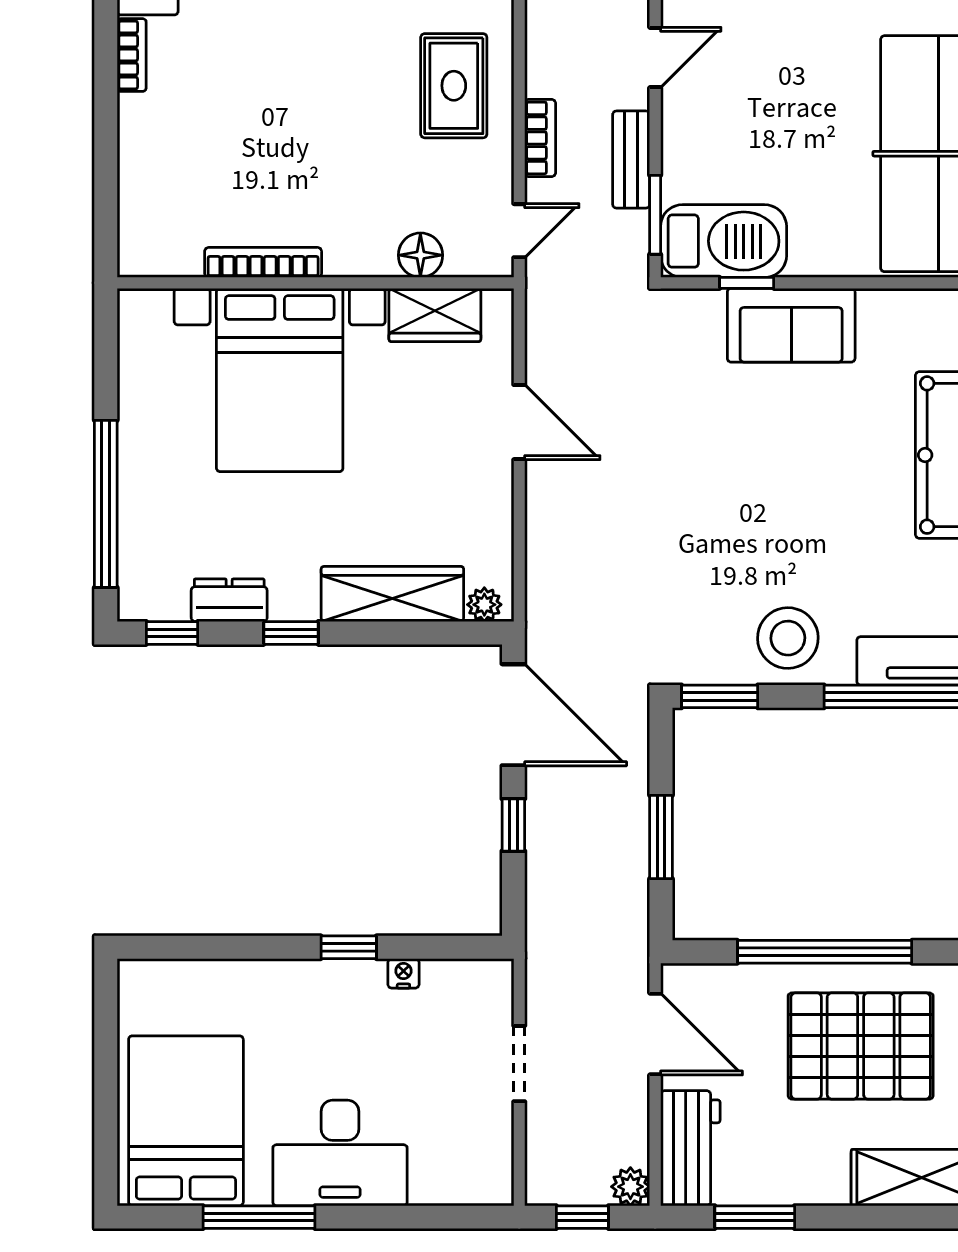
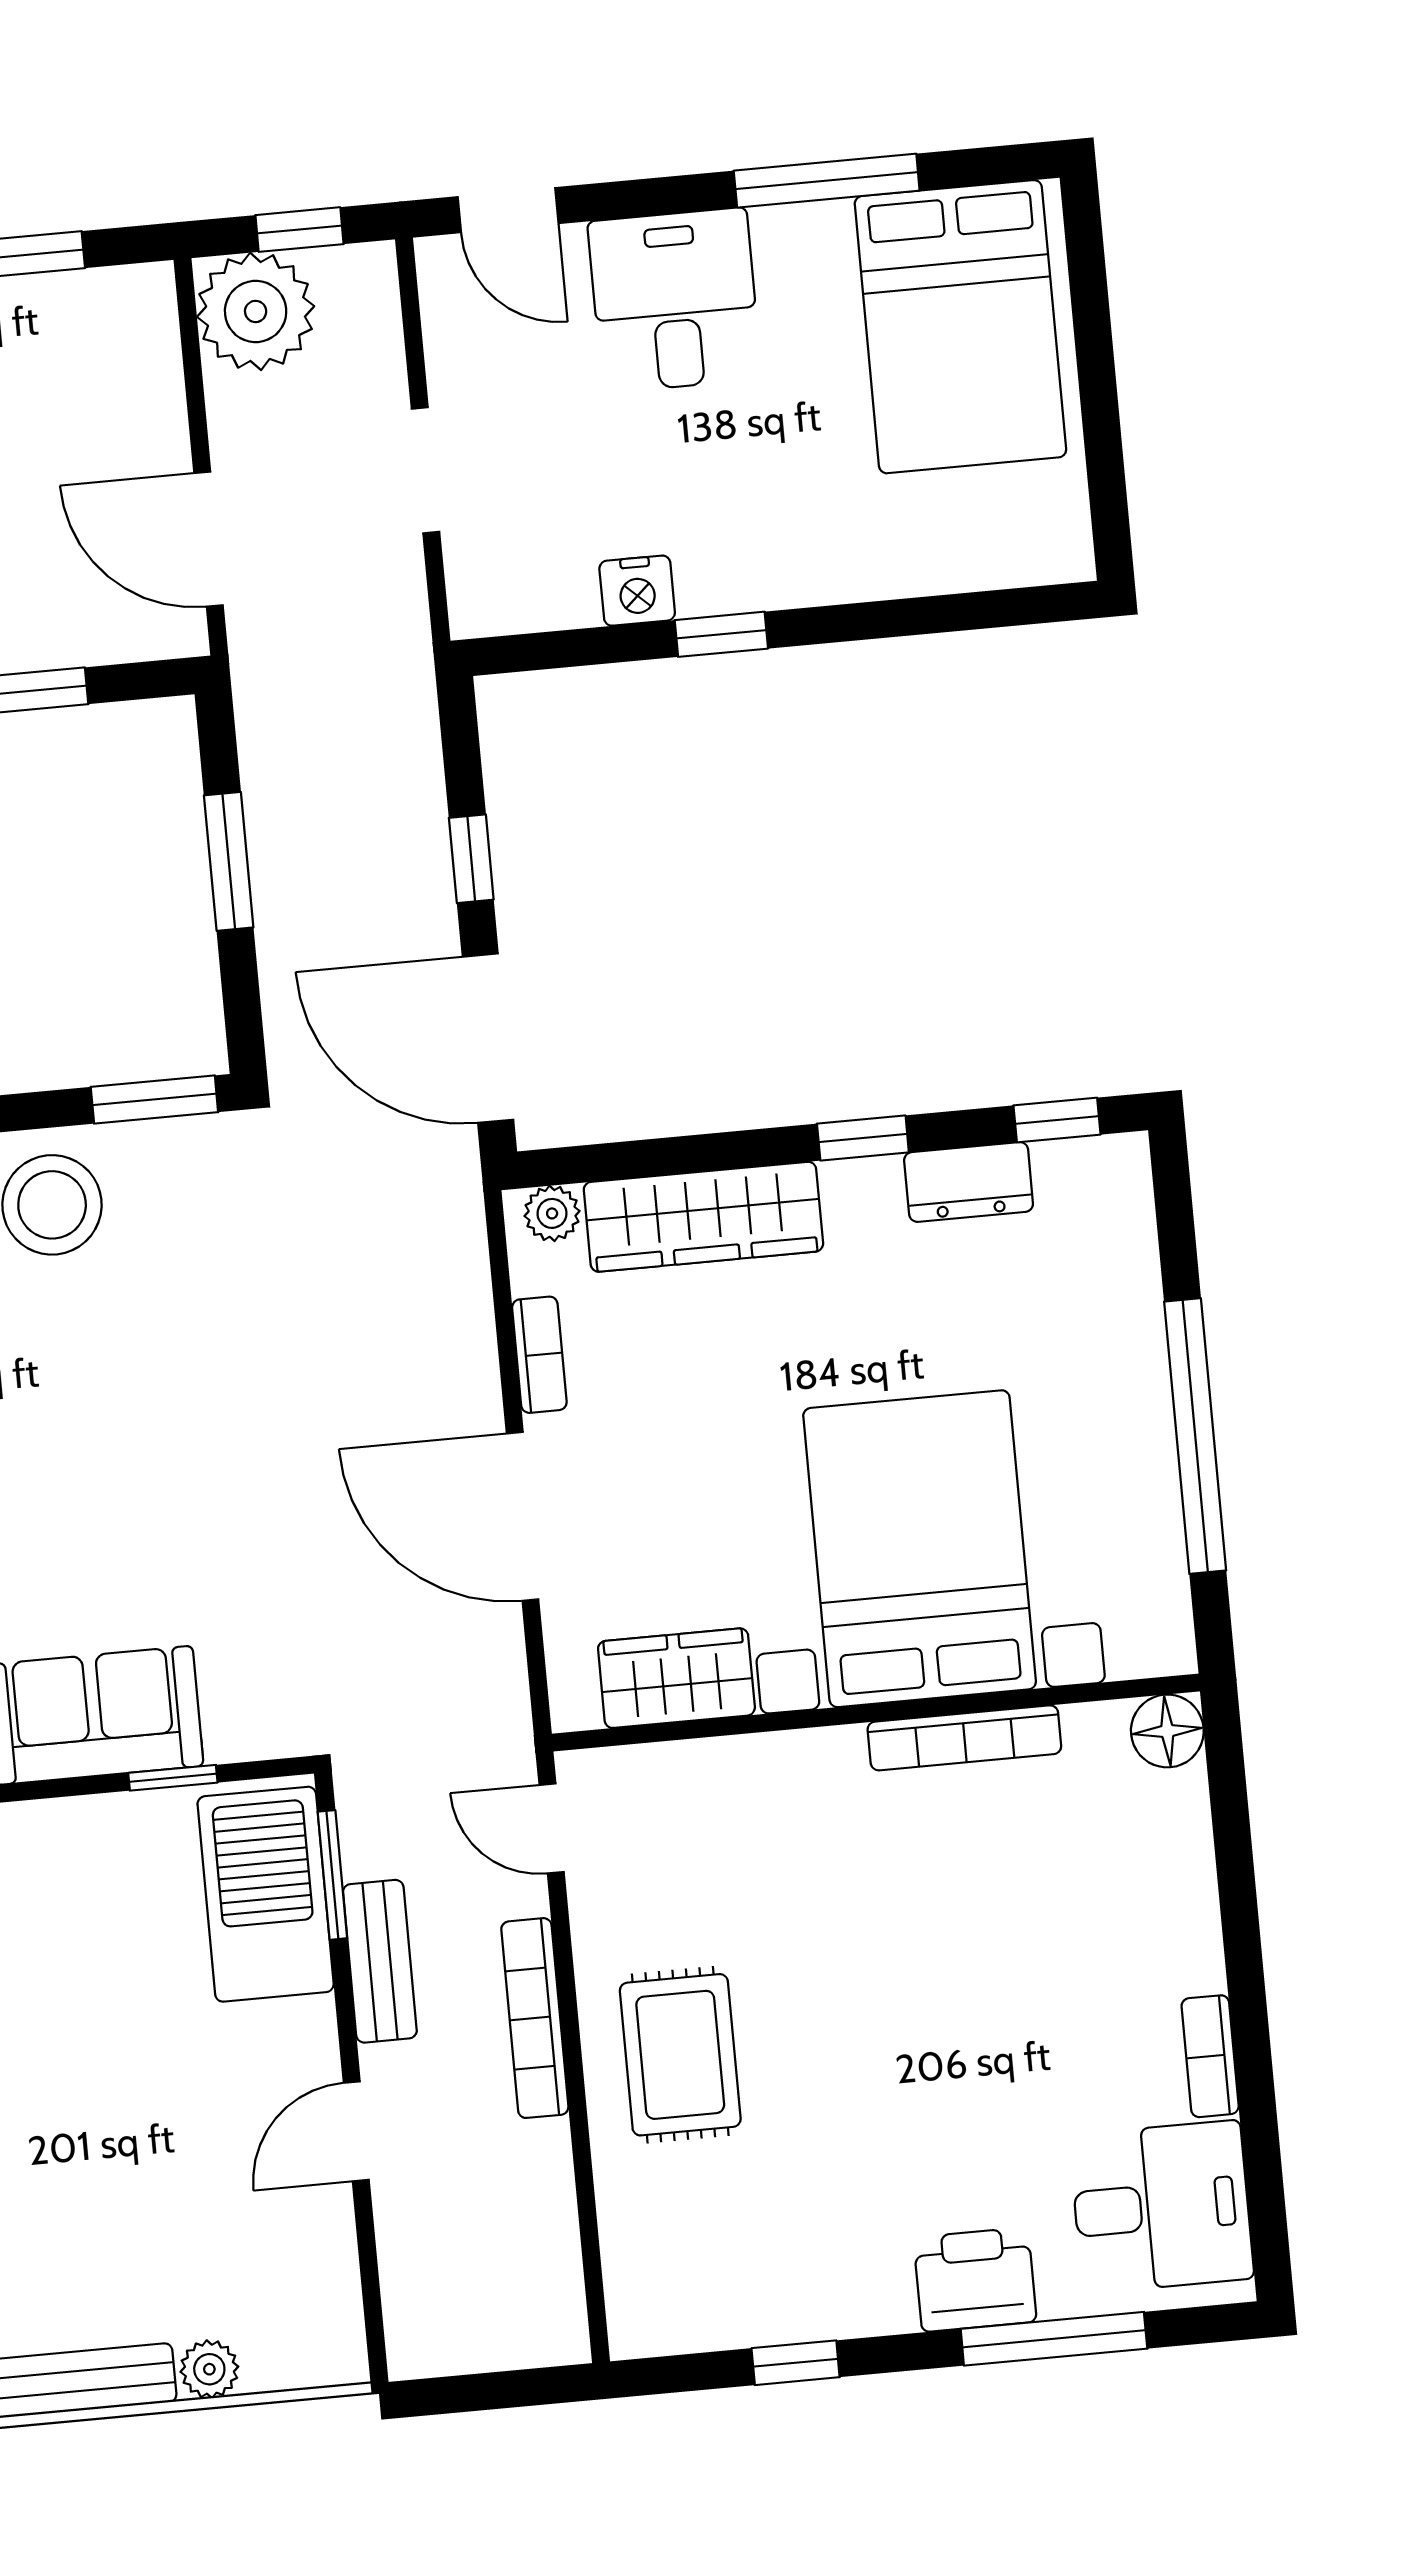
bookcase: (540, 138) -> (535, 2018), width x1.56
door: (519, 231) -> (552, 1828), hinge flipped
barbecue: (724, 241) -> (266, 1894), moved, turned 90
floor lamp: (420, 255) -> (1167, 1731), moved
door: (519, 422) -> (523, 1516), width x1.36
window: (106, 504) -> (1195, 1436), moved
bookcase: (500, 519) -> (539, 1355), added
nightstand: (403, 973) -> (637, 591), width x1.39, depth x1.35
workbench: (690, 1148) -> (134, 358), removed
desk: (340, 1153) -> (675, 300), width x0.73
plant: (630, 1187) -> (256, 311), width x1.88, depth x1.88
door: (454, 1217) -> (508, 210), added

